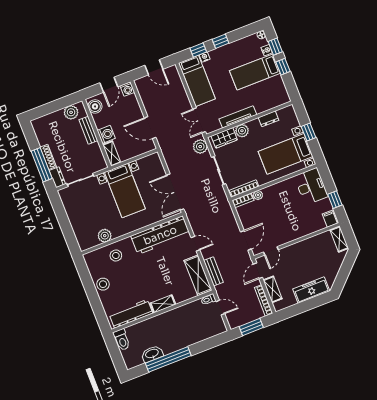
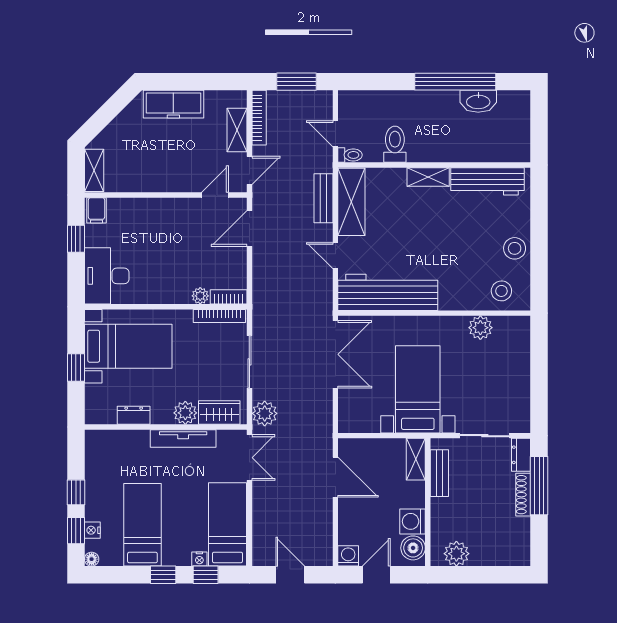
bed: (255, 72) -> (142, 525), moved, turned -90
bench: (88, 130) -> (439, 473), moved
washing machine: (106, 134) -> (413, 521), moved
stool: (116, 255) -> (501, 291), moved
toilet: (122, 340) -> (395, 144), moved

